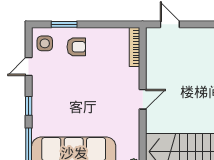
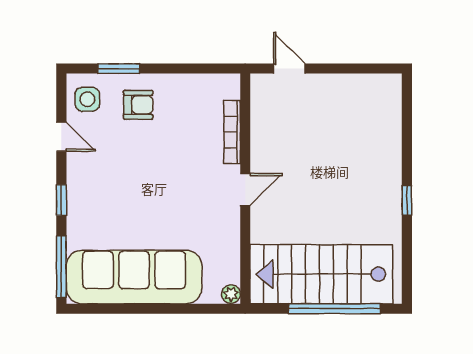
bookcase: (134, 47) -> (232, 132), moved
door: (29, 67) -> (61, 137), swing flipped

